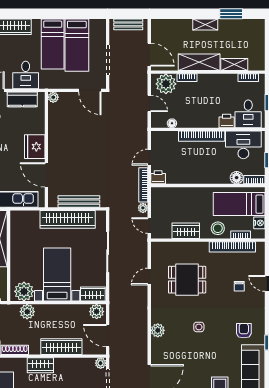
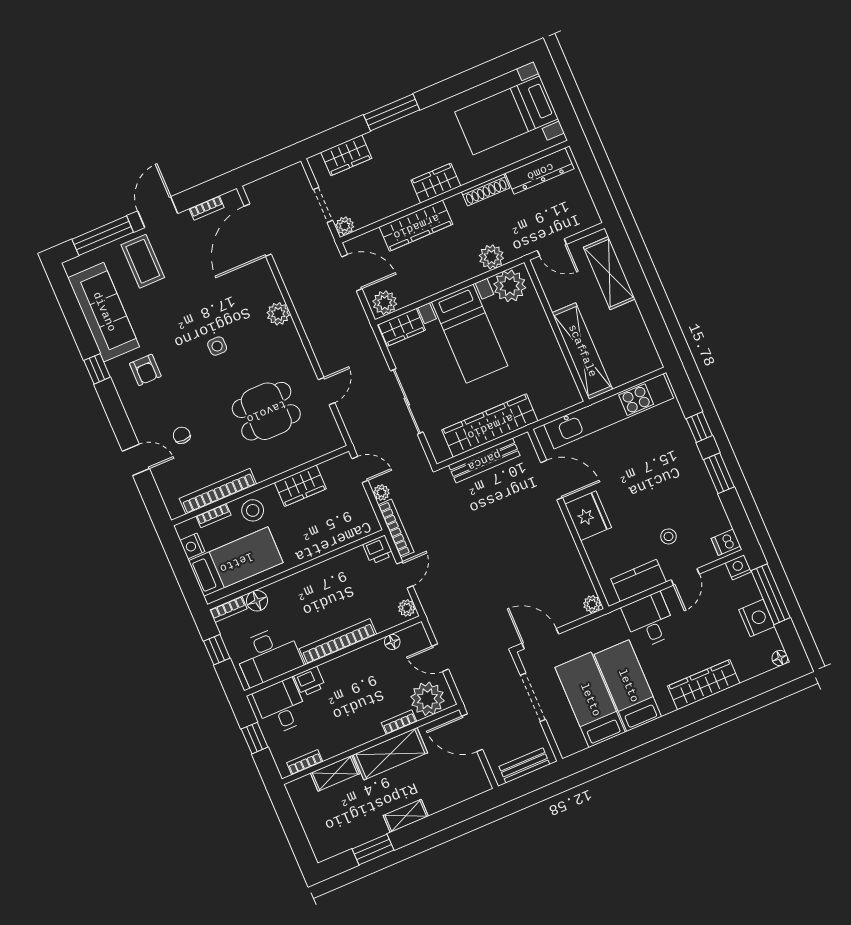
plant: (156, 139) -> (407, 608), added

